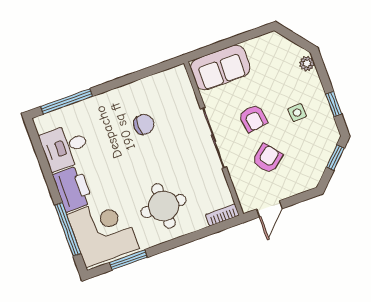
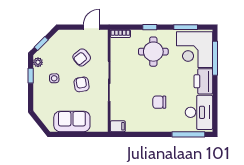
plant: (307, 64) -> (38, 62), moved
sofa: (220, 67) -> (72, 121), moved
filing cabinet: (176, 75) -> (118, 126), added
chair: (144, 124) -> (159, 102), moved
desk: (65, 147) -> (199, 112), width x1.37
window: (182, 241) -> (150, 27), added

